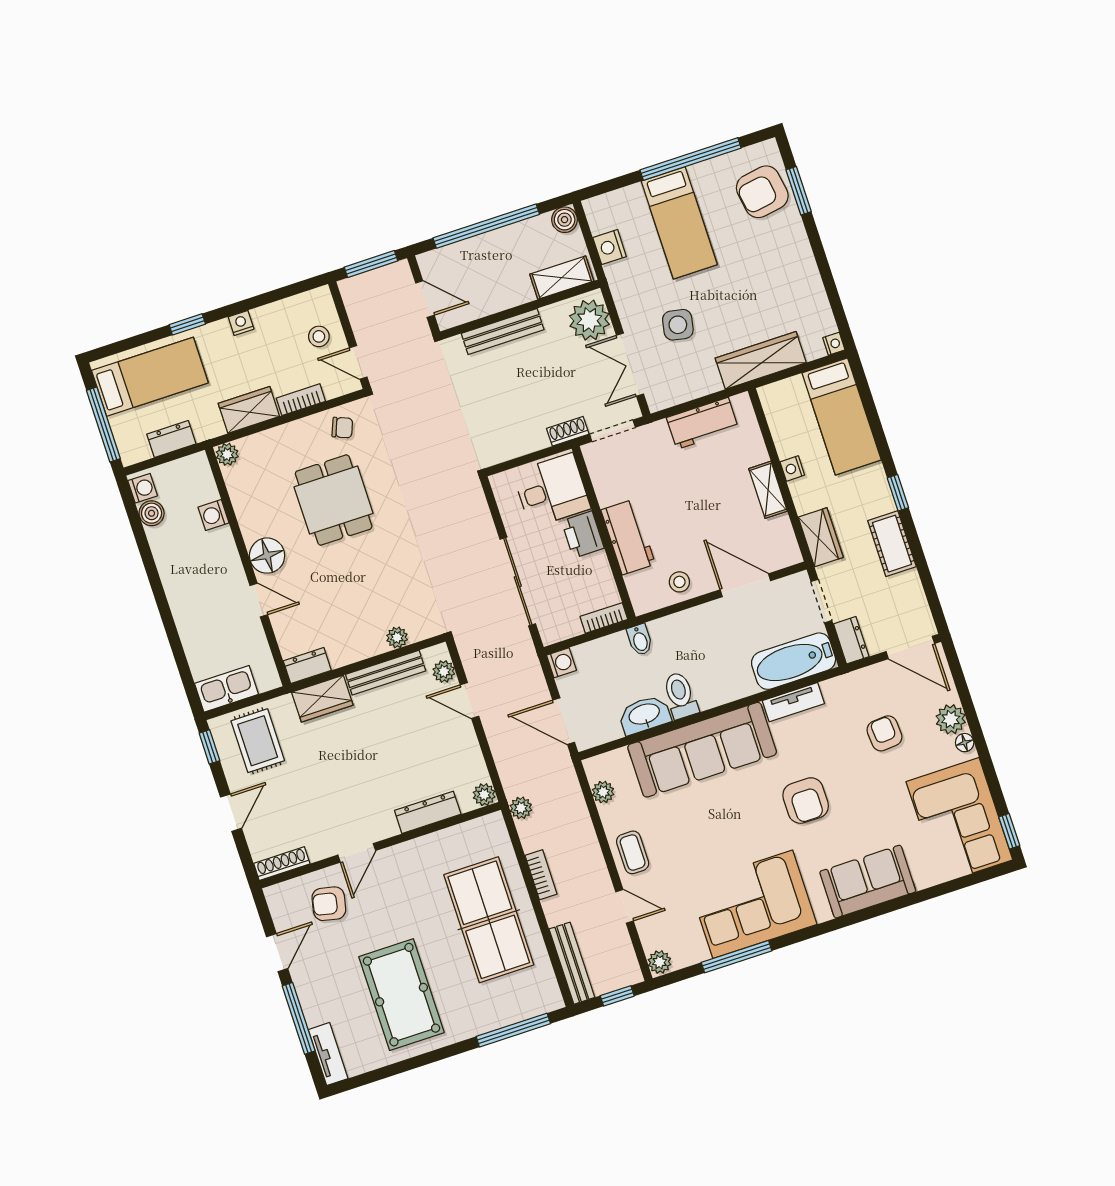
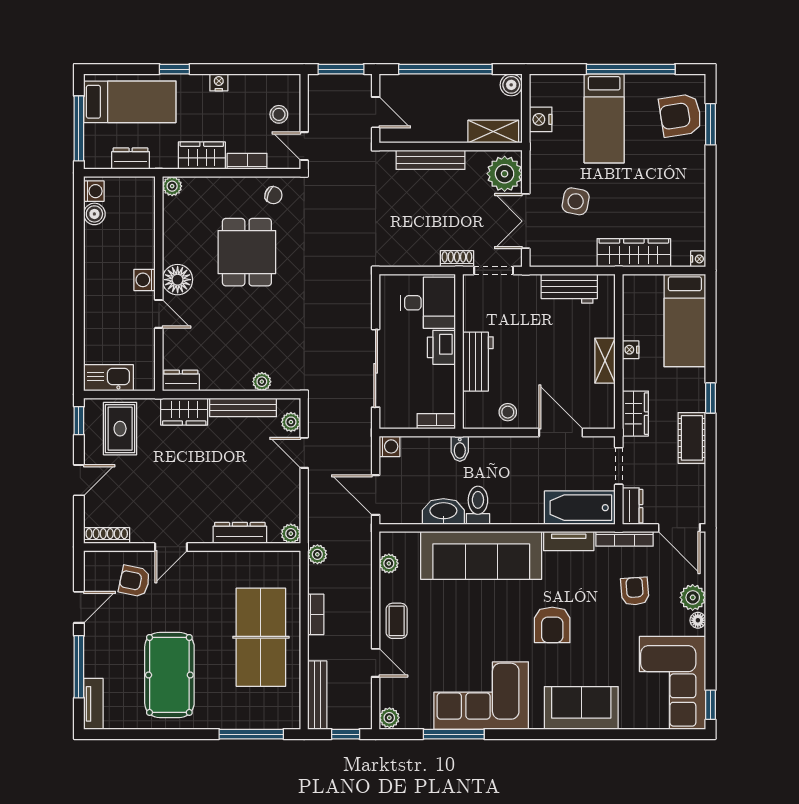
washing machine: (213, 515) -> (145, 280), moved
bookcase: (854, 679) -> (624, 539), added

